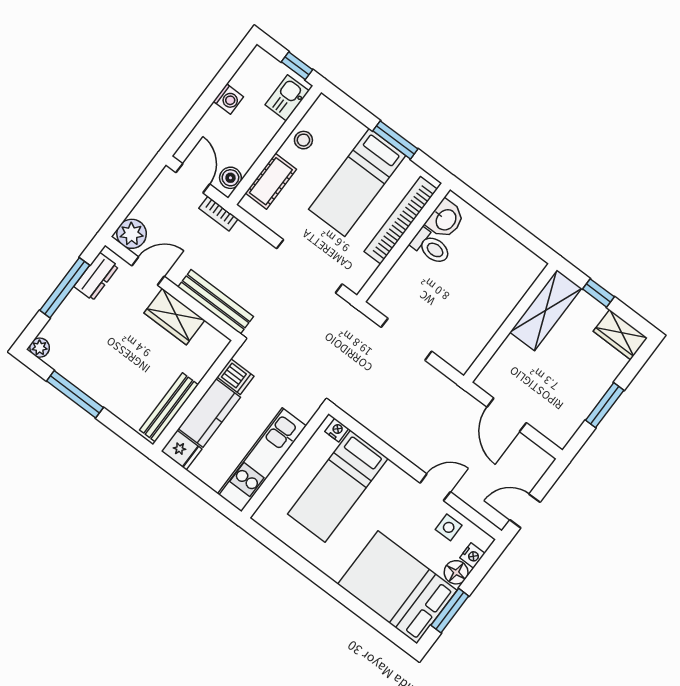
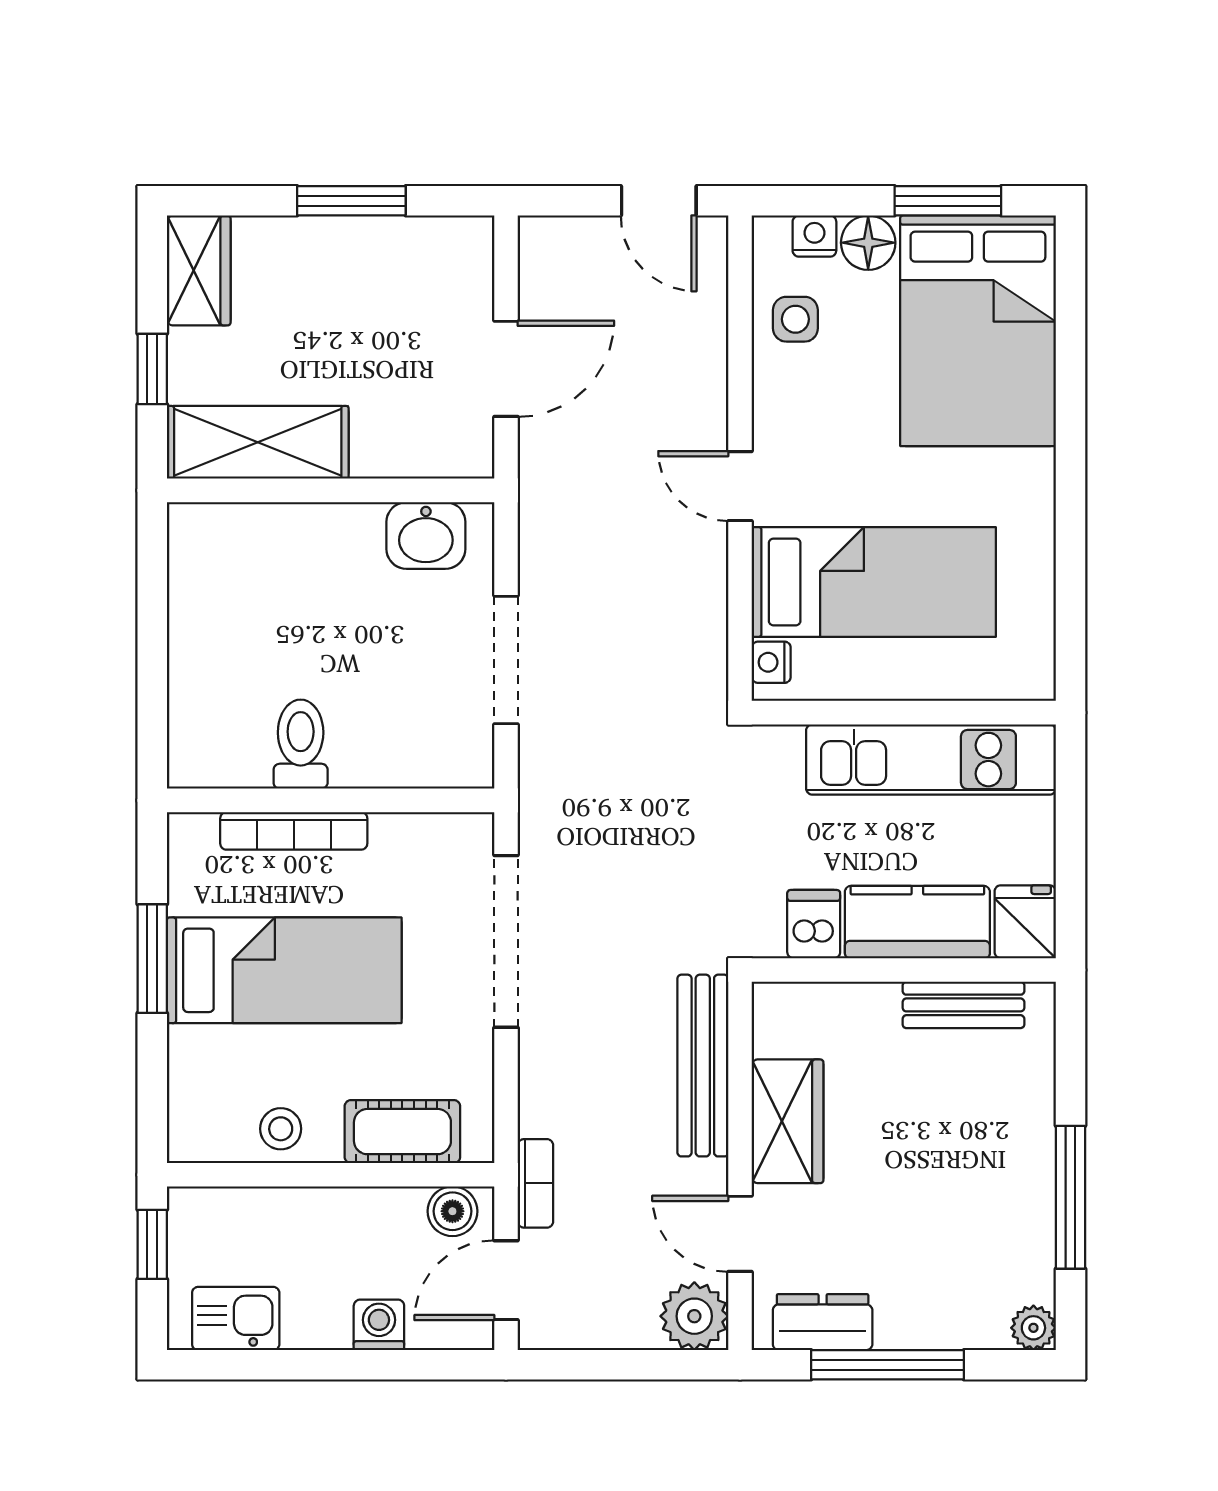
kitchen sink: (287, 98) -> (236, 1318), moved, turned 180
washing machine: (228, 99) -> (379, 1325), moved
washbasin: (445, 219) -> (426, 535), moved, turned 180
bookcase: (401, 220) -> (294, 831), width x0.68, depth x0.76
bench: (169, 407) -> (963, 1005), width x0.73
door: (435, 487) -> (740, 486), moved

